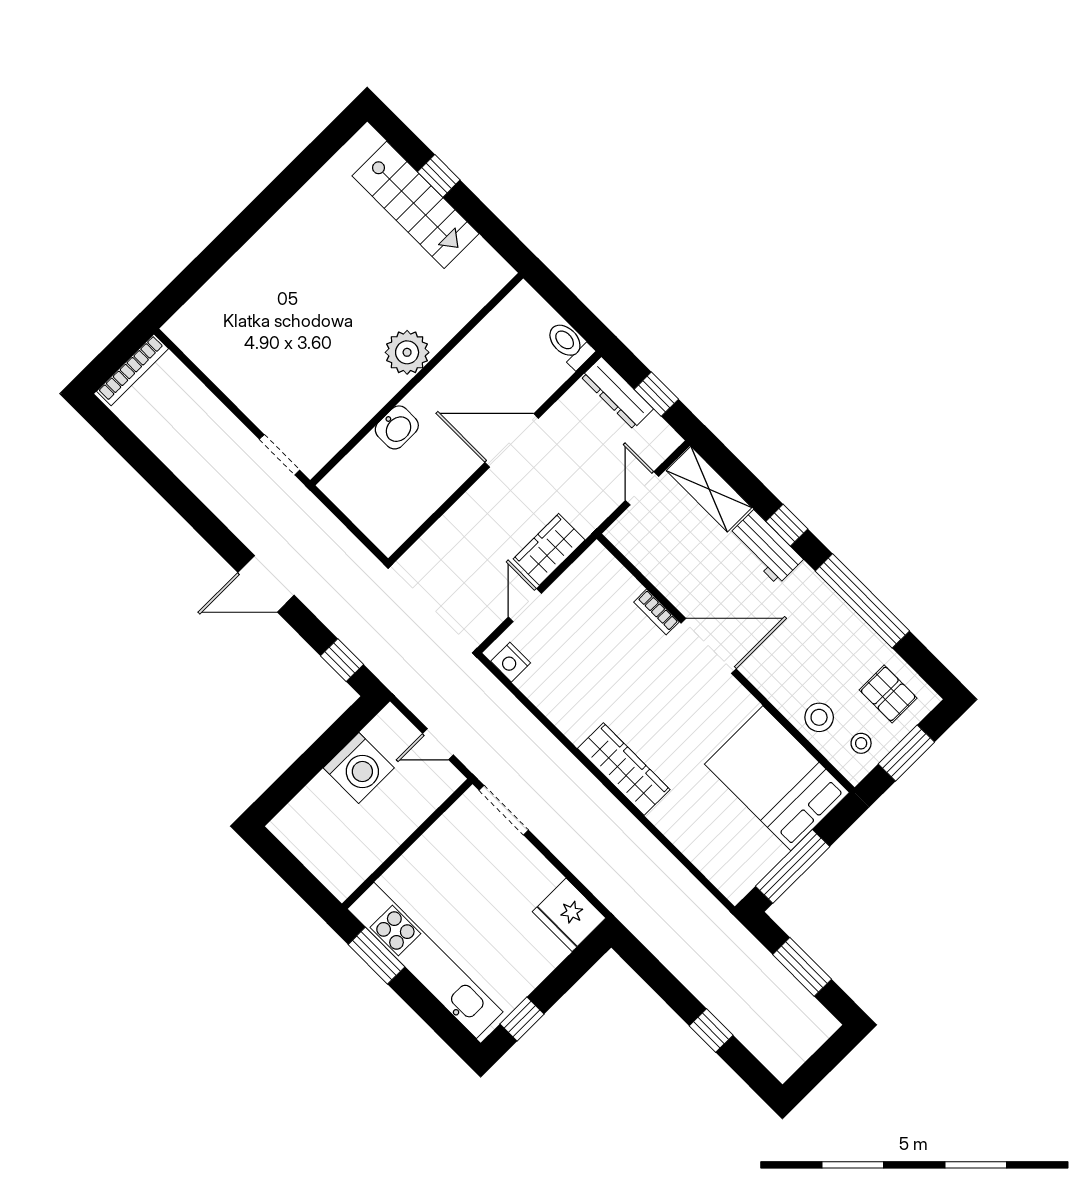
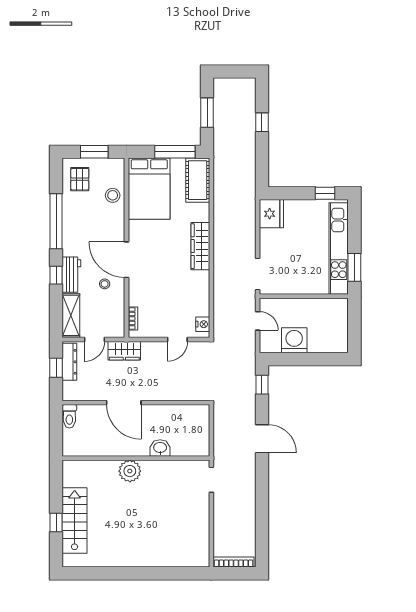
dresser: (617, 393) -> (69, 362), moved
wardrobe: (549, 549) -> (124, 351), moved
bookcase: (656, 612) -> (133, 318), moved
stool: (861, 743) -> (105, 284), moved
cot: (720, 858) -> (198, 180), added

